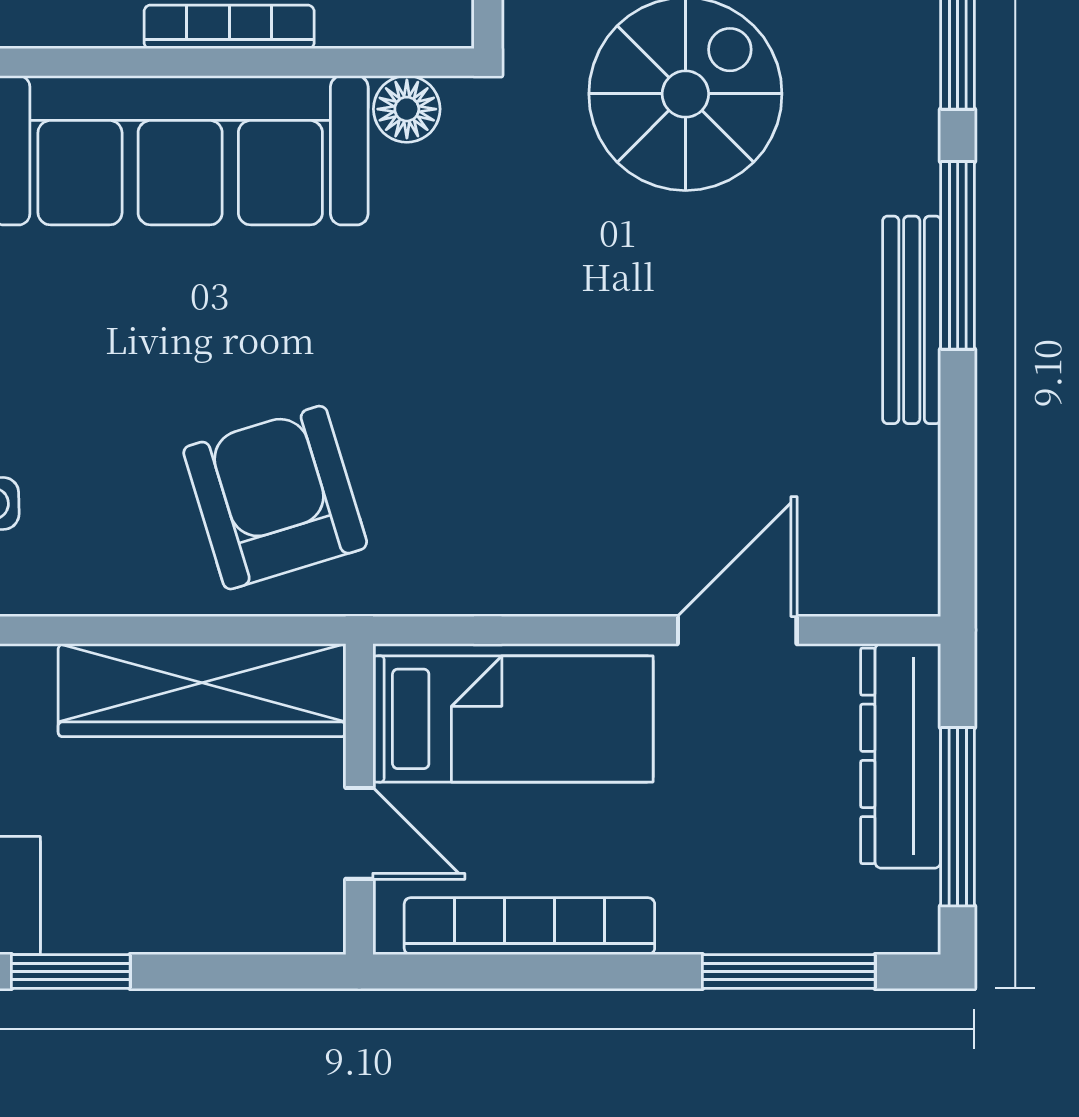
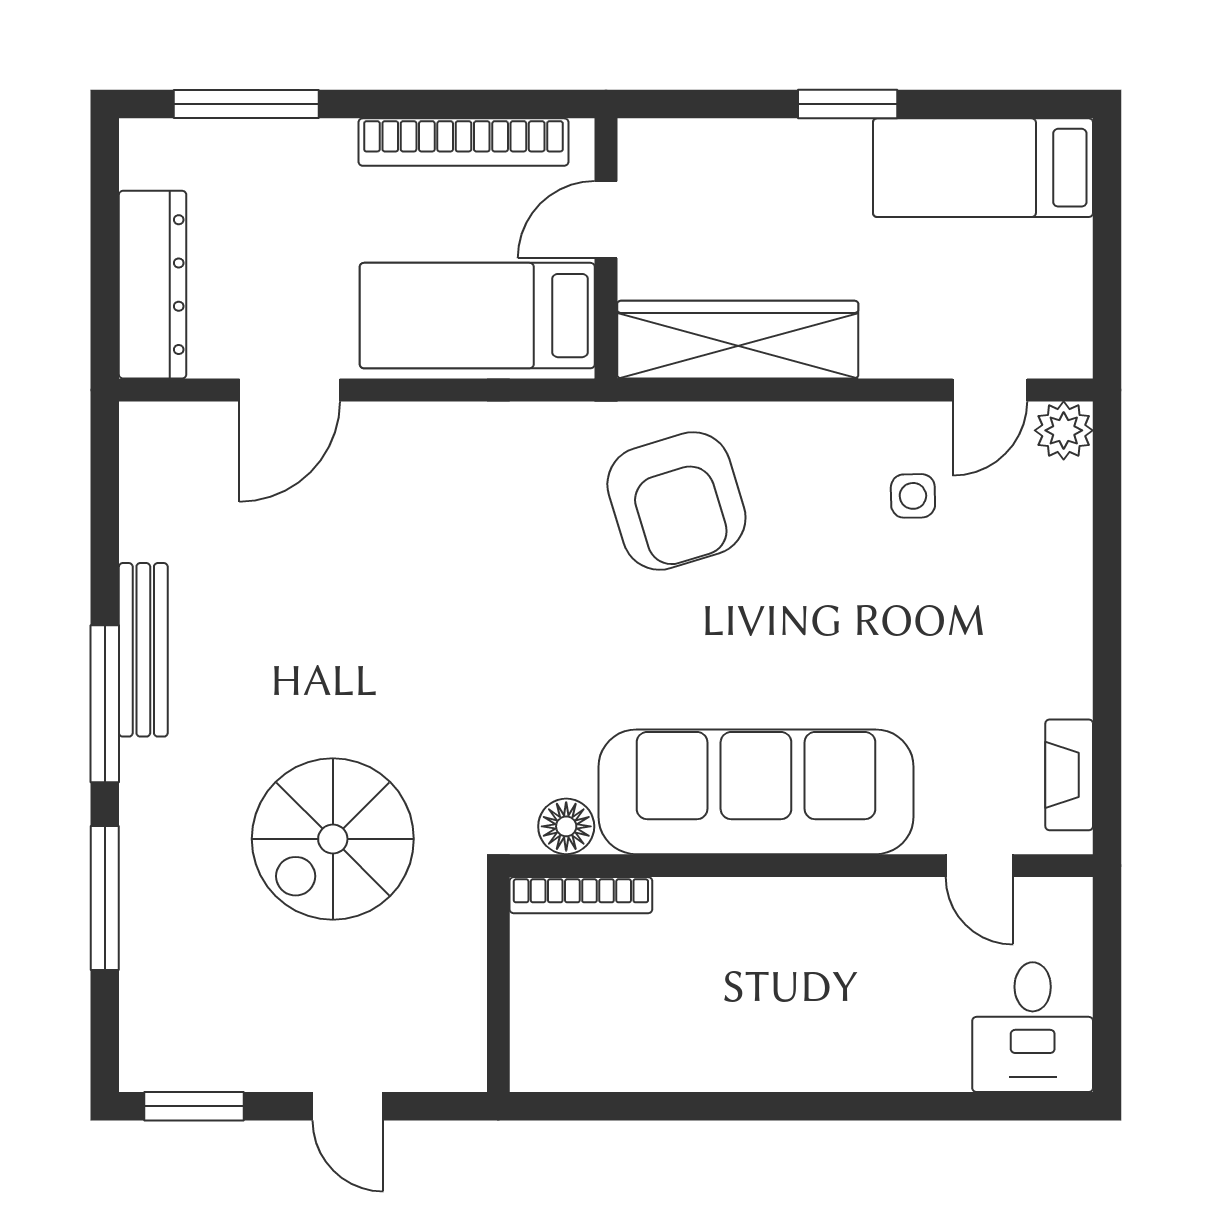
bookcase: (229, 27) -> (581, 895), moved
window: (958, 817) -> (105, 234), removed
door: (359, 833) -> (606, 220), hinge flipped

